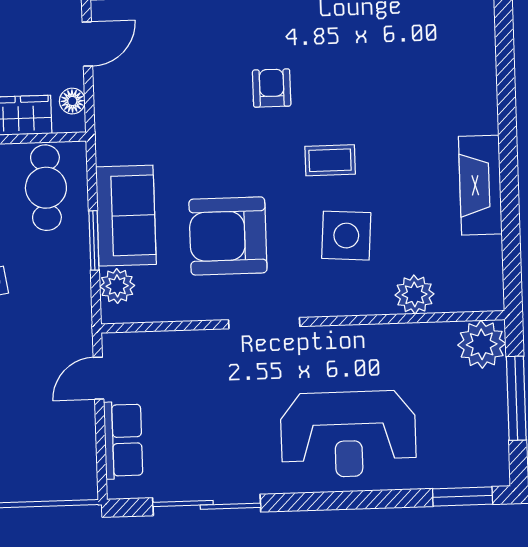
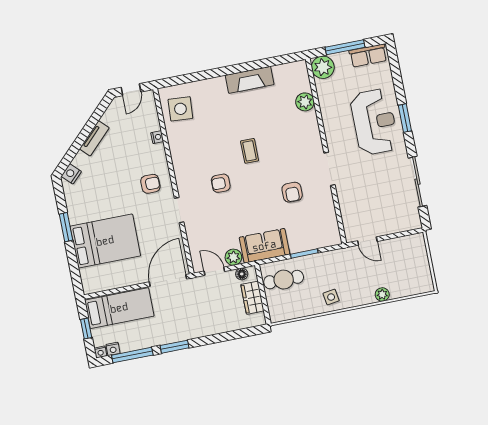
sofa: (126, 216) -> (264, 246), moved
armchair: (228, 236) -> (292, 192), width x0.53, depth x0.53
side table: (346, 236) -> (180, 109), moved
plant: (117, 286) -> (233, 257), moved
row of seats: (123, 440) -> (368, 56), moved, turned 180
window: (463, 496) -> (405, 118), moved

